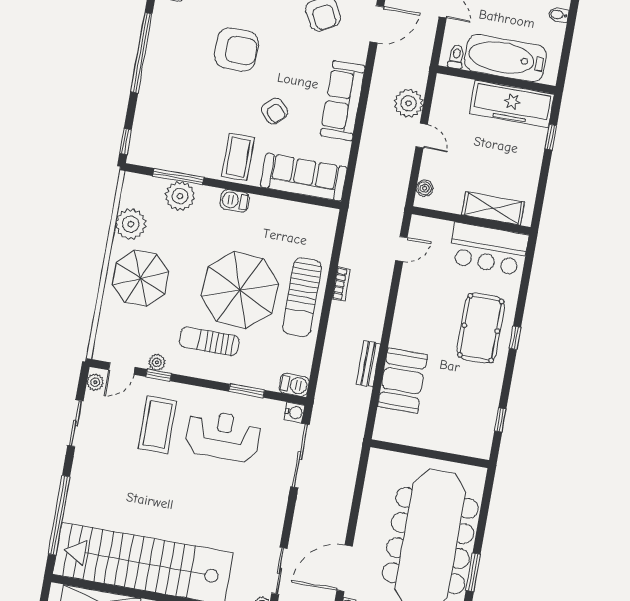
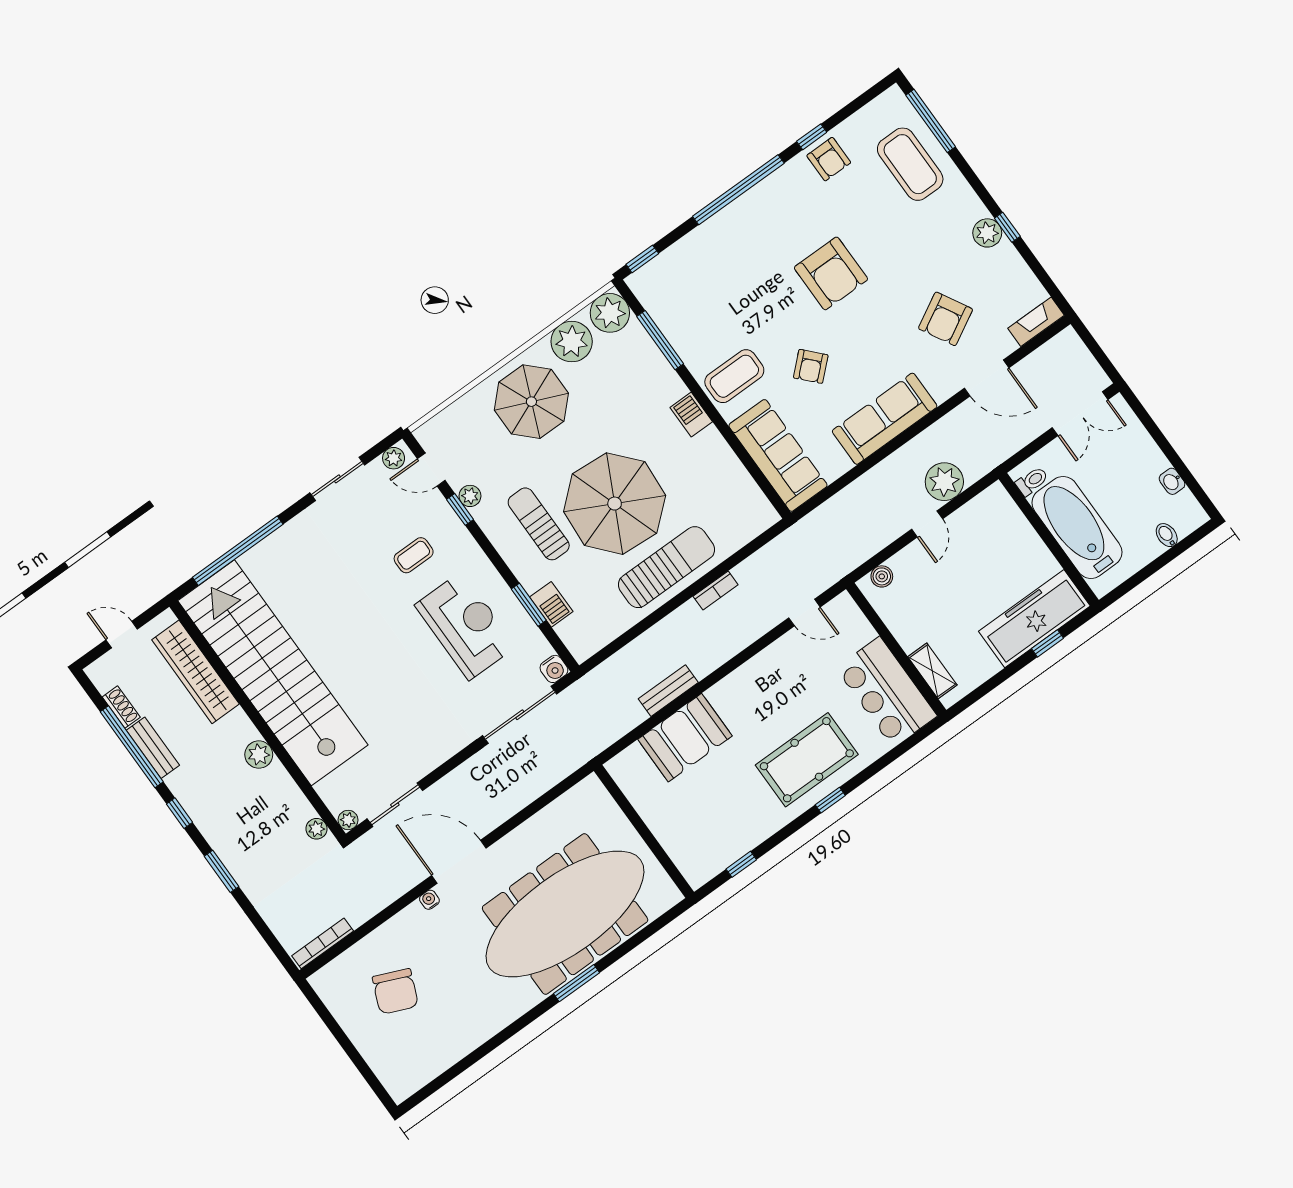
freezer: (512, 104) -> (1034, 619), moved, turned 90
plant: (180, 196) -> (610, 313), moved
shelving: (493, 208) -> (932, 671), width x0.67, depth x0.75
sun lounger: (302, 297) -> (667, 567), turned 180
barbecue: (294, 385) -> (551, 604), moved
coffee table: (157, 425) -> (414, 555), width x0.54, depth x0.58

